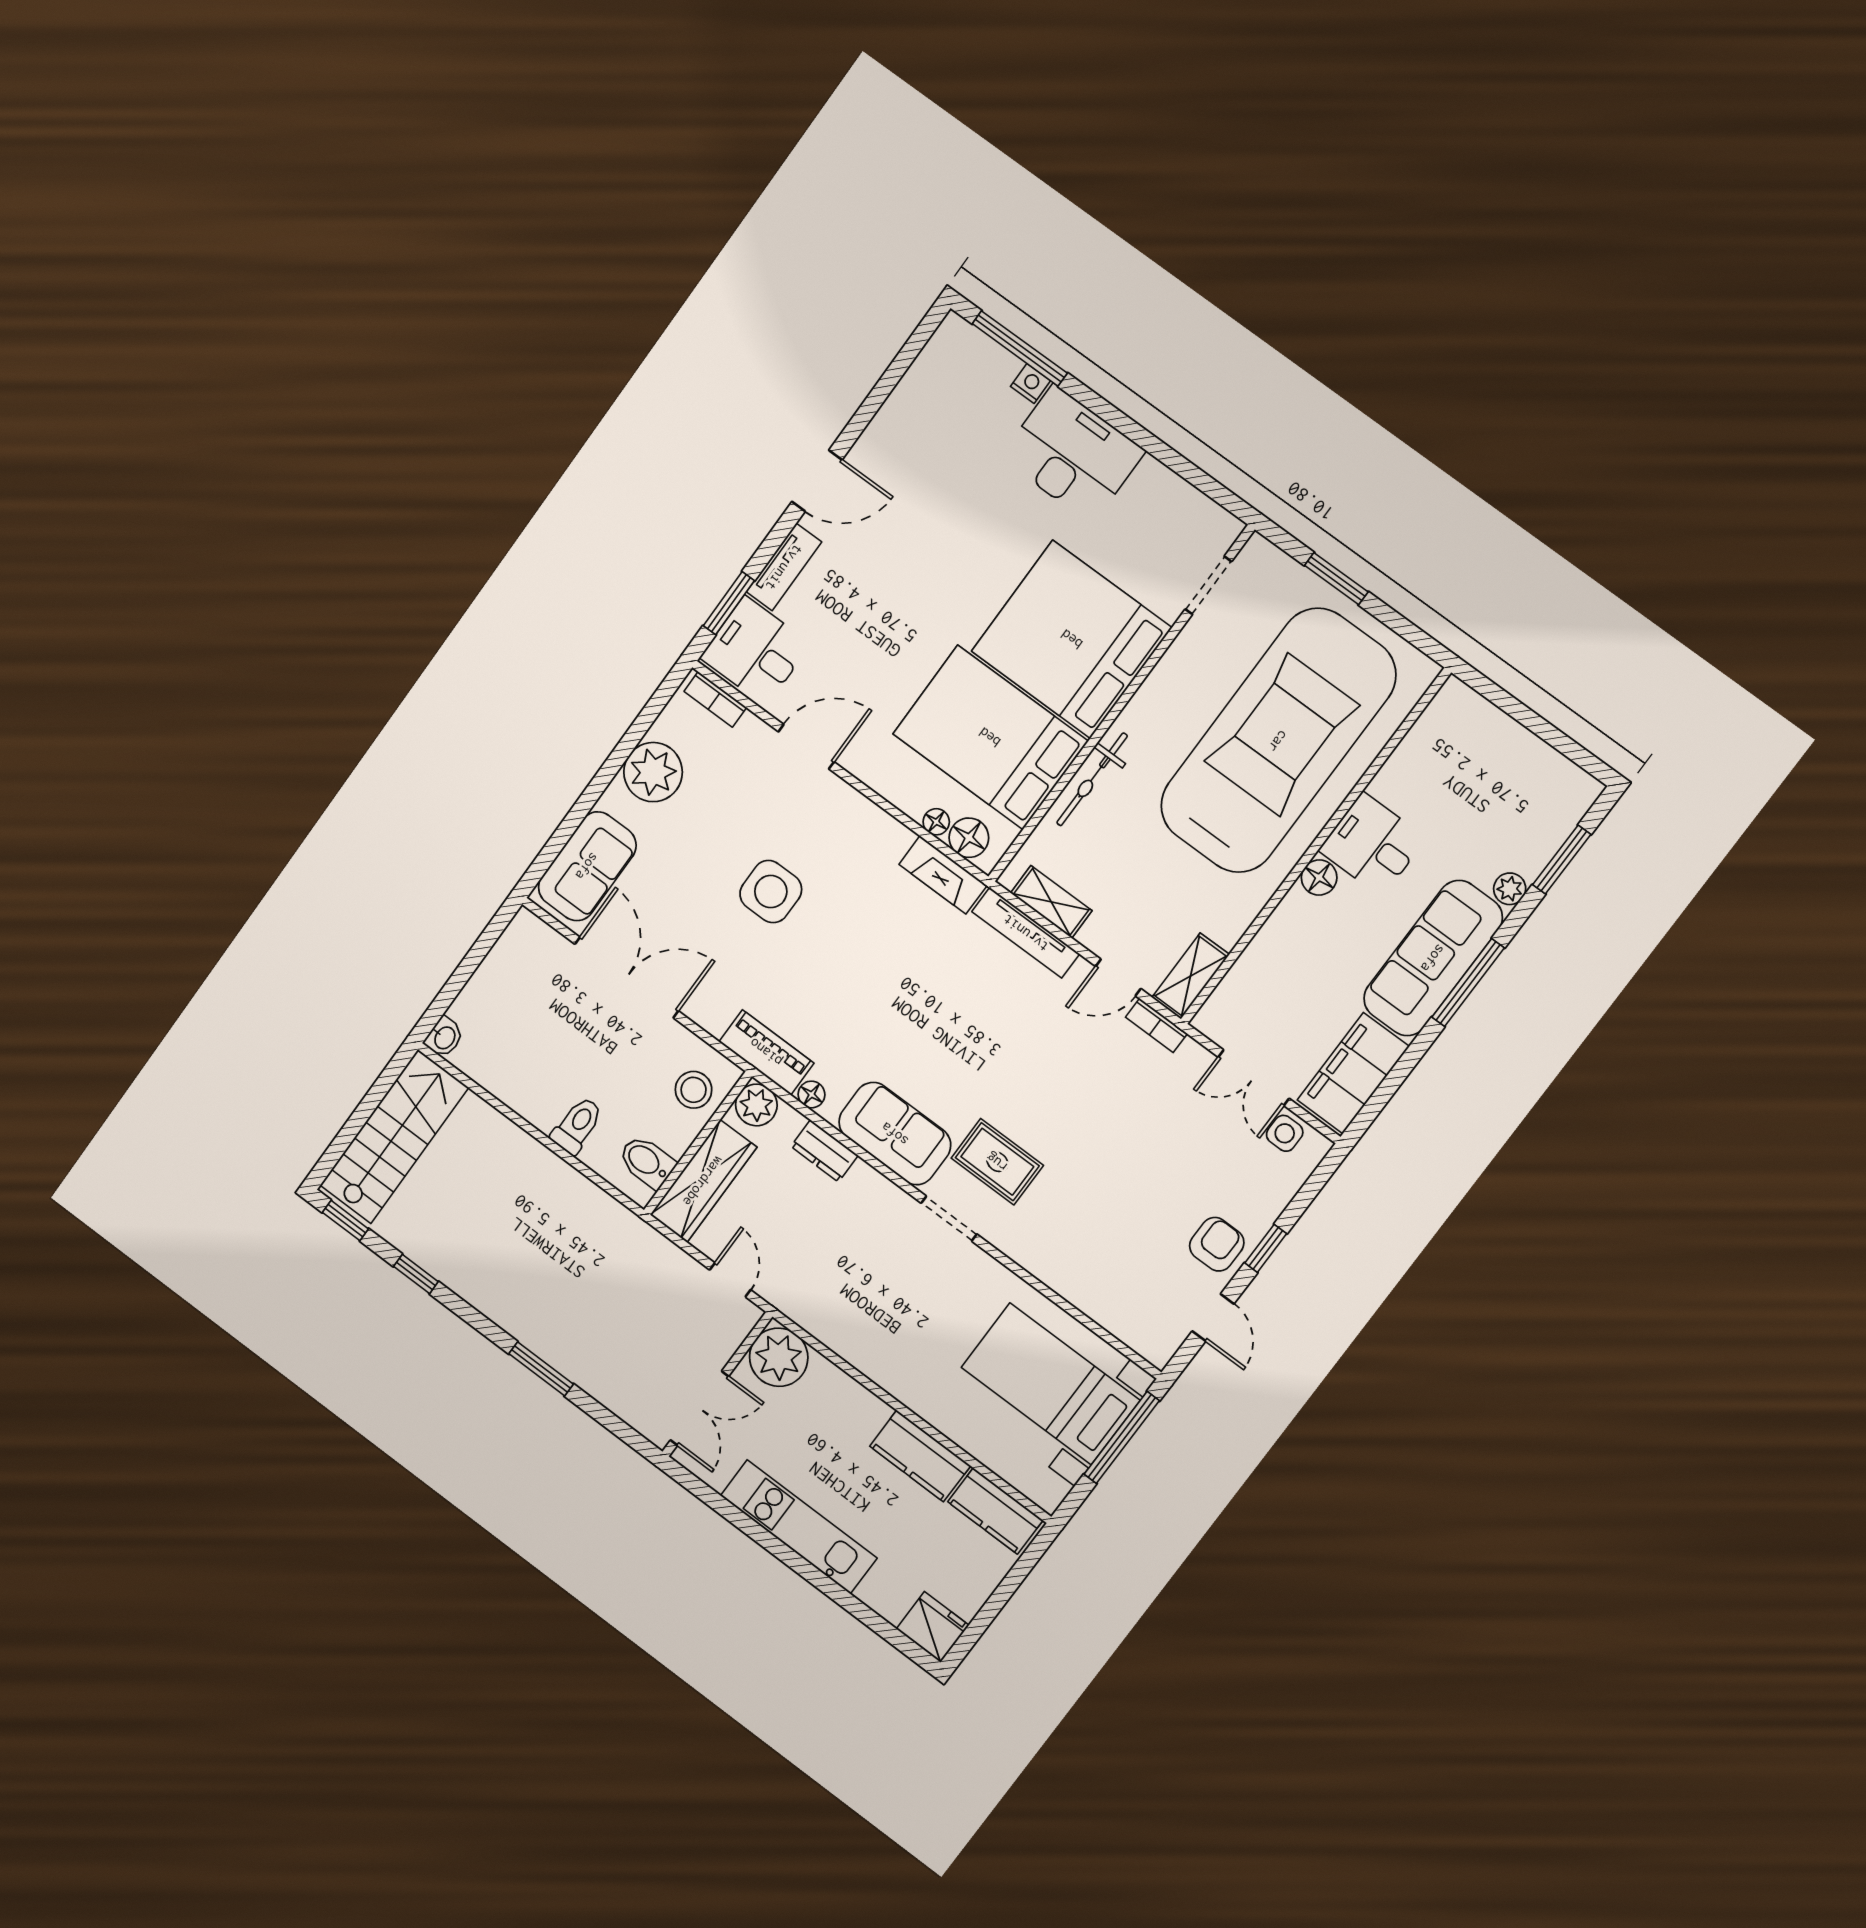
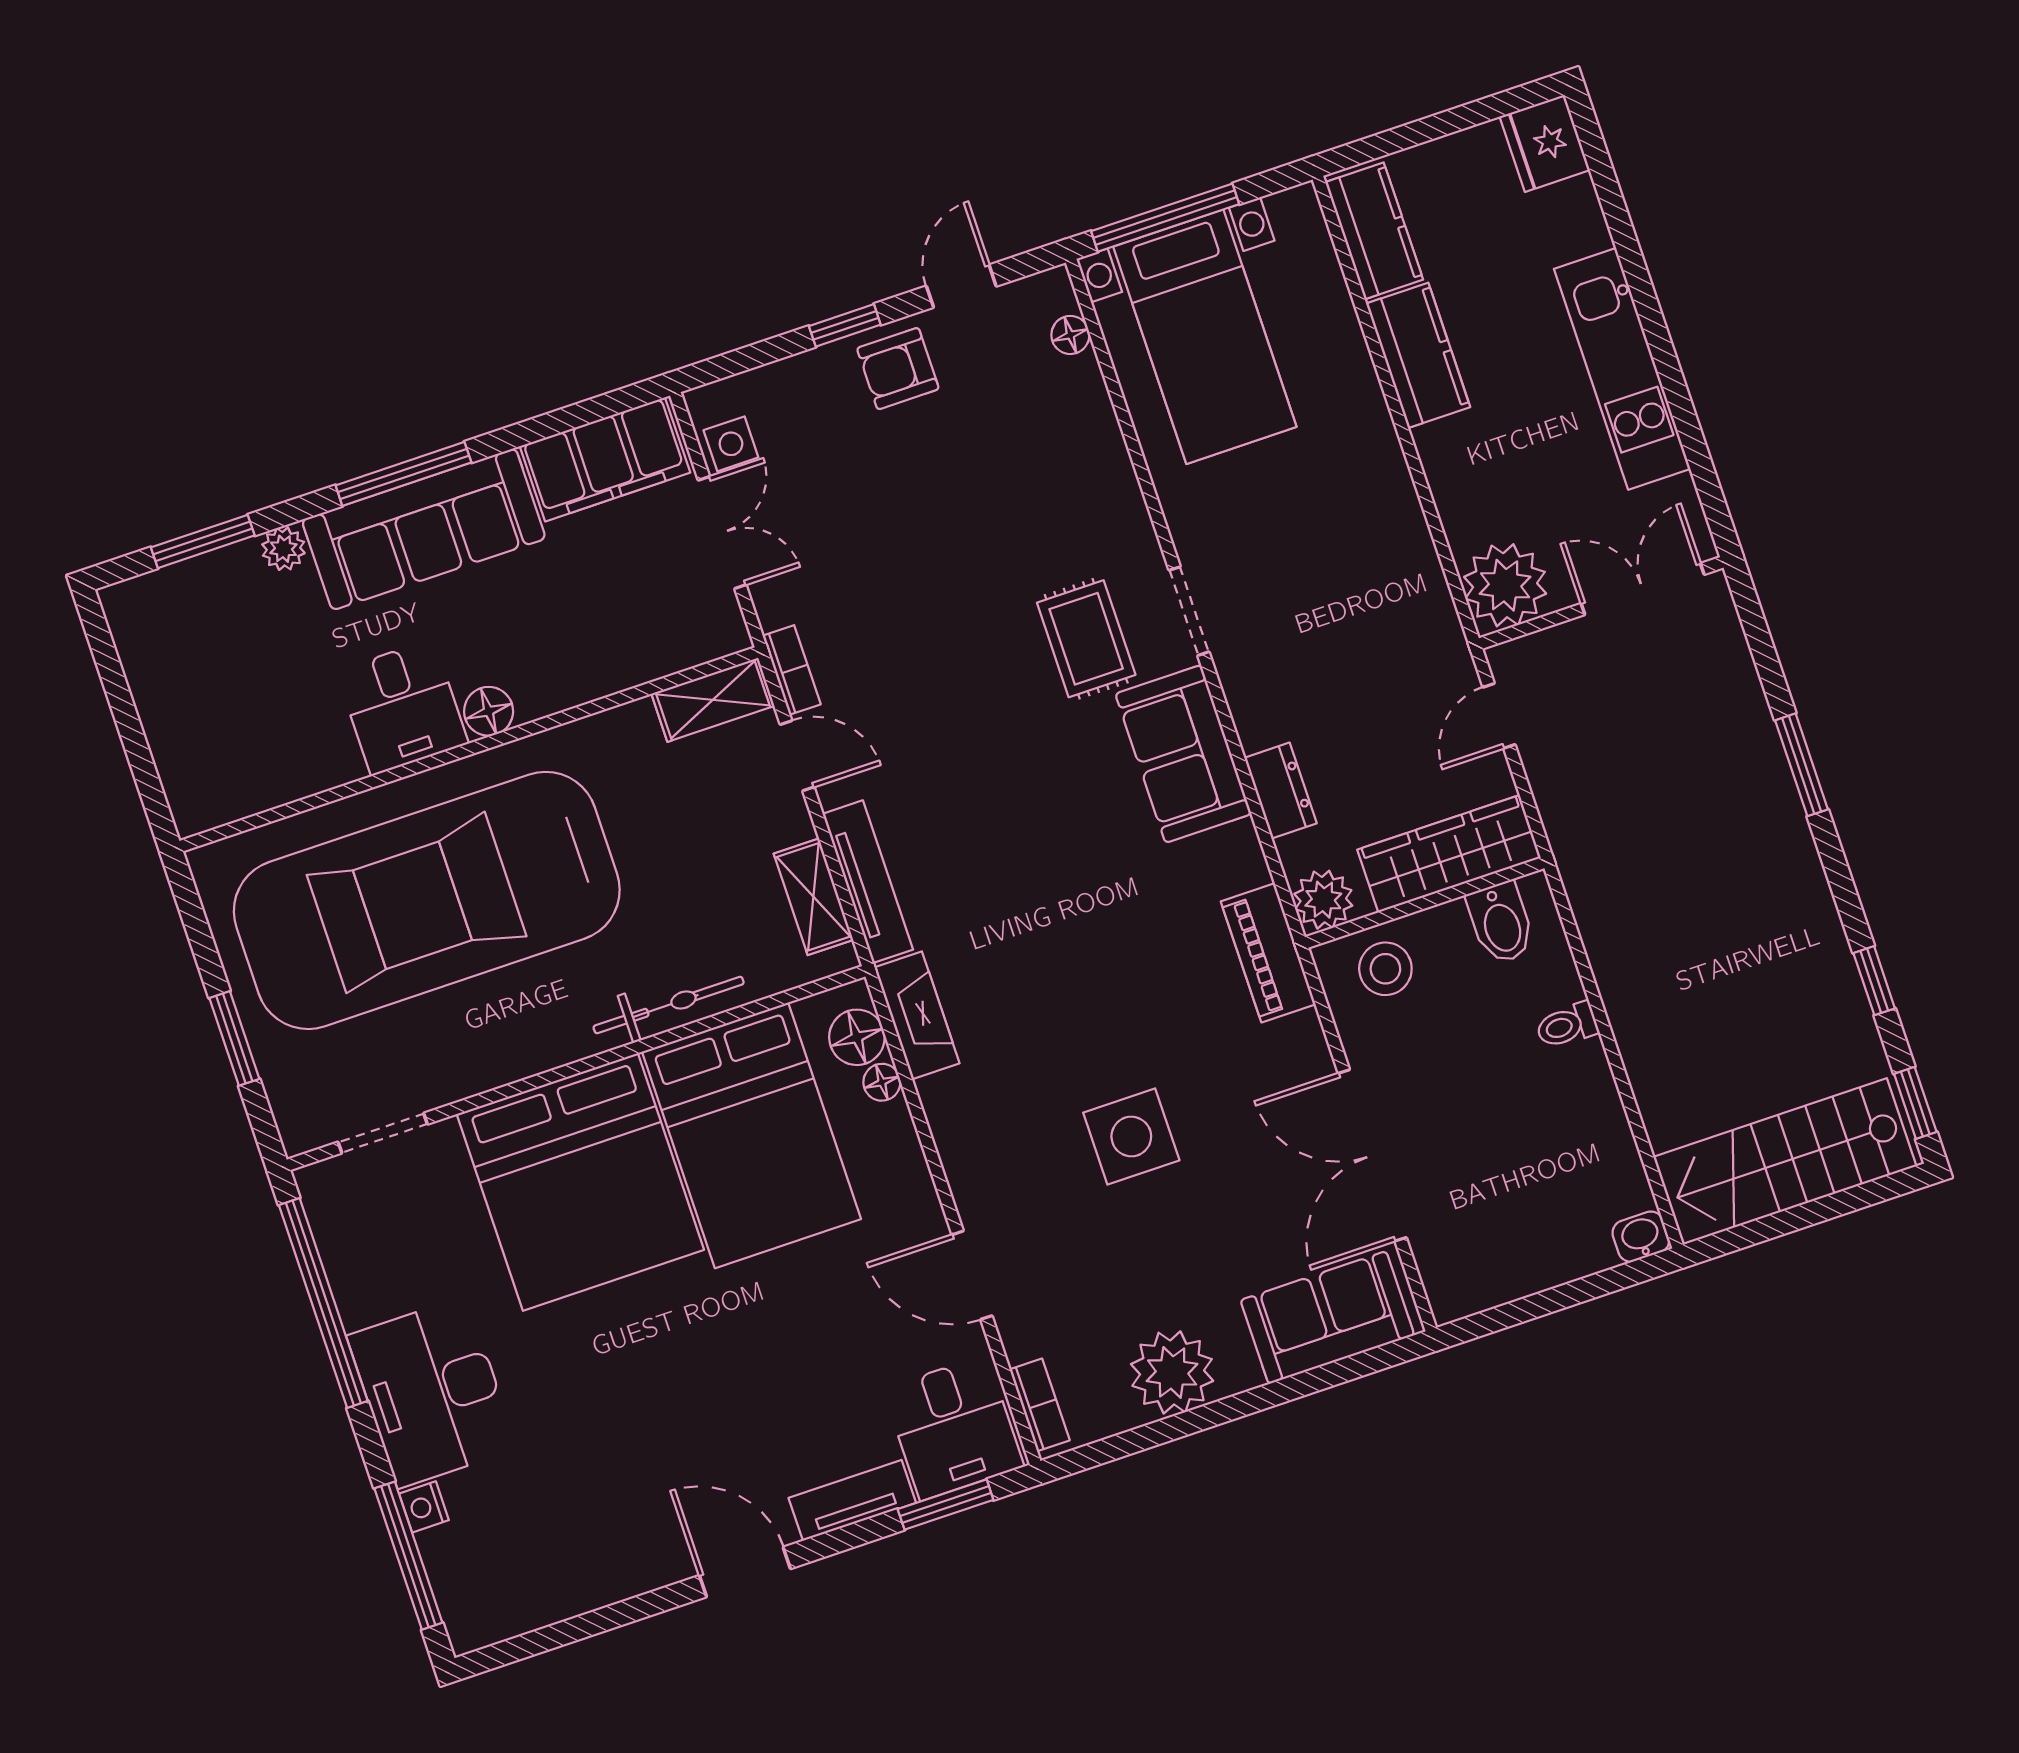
window: (1174, 460) -> (323, 1303), added
floor lamp: (812, 1094) -> (1070, 335), moved
toilet: (577, 1125) -> (1567, 1025), width x0.73, depth x0.72

